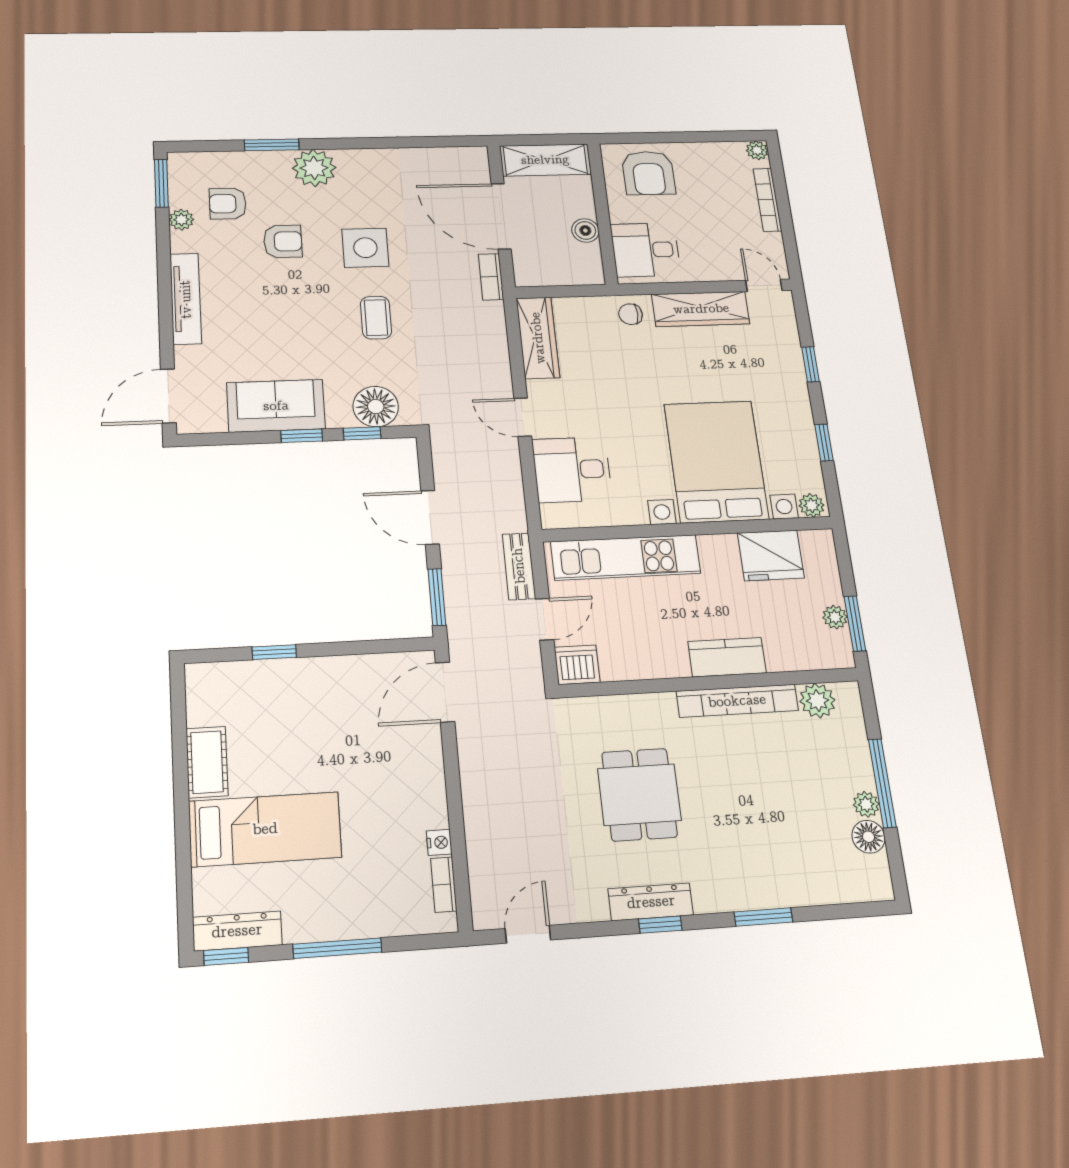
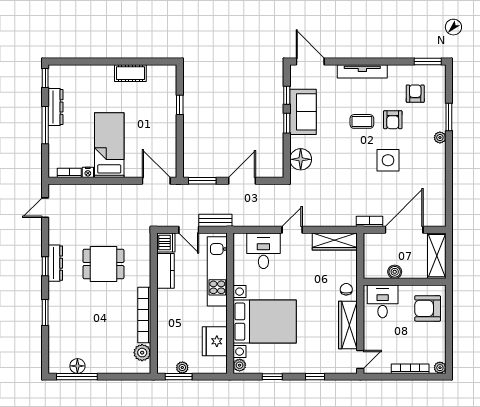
plant: (314, 168) -> (440, 138), width x0.53, depth x0.53
plant: (181, 220) -> (407, 71), removed
coffee table: (376, 318) -> (362, 121), moved
window: (362, 433) -> (287, 95), moved
kitchen counter: (727, 657) -> (165, 271), moved
window: (882, 783) -> (77, 377), moved
plant: (866, 804) -> (92, 367), removed
bed: (265, 829) -> (109, 145), moved, turned 180
dresser: (237, 931) -> (55, 107), moved
door: (528, 934) -> (45, 208), swing flipped

